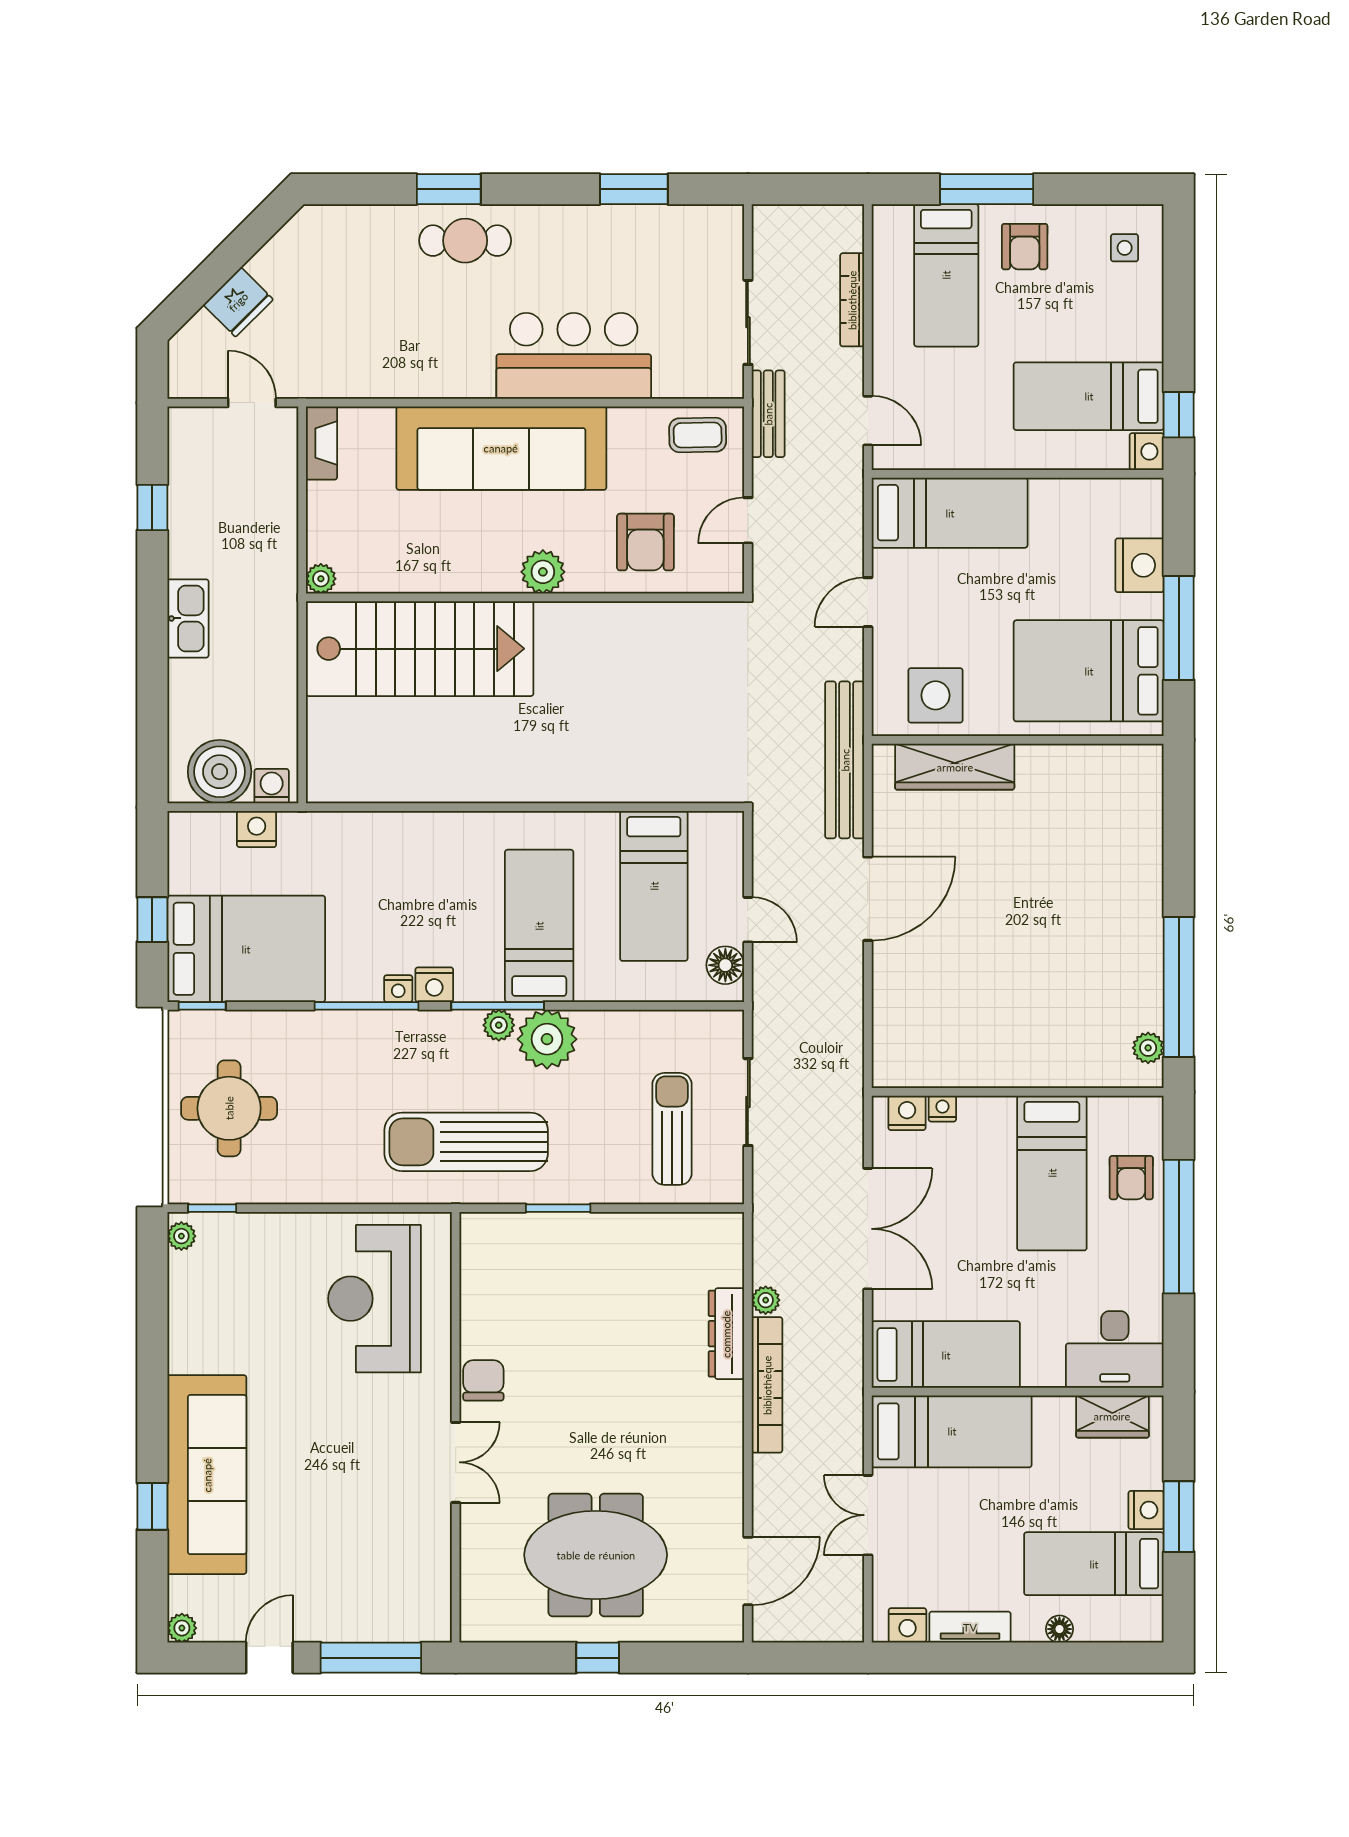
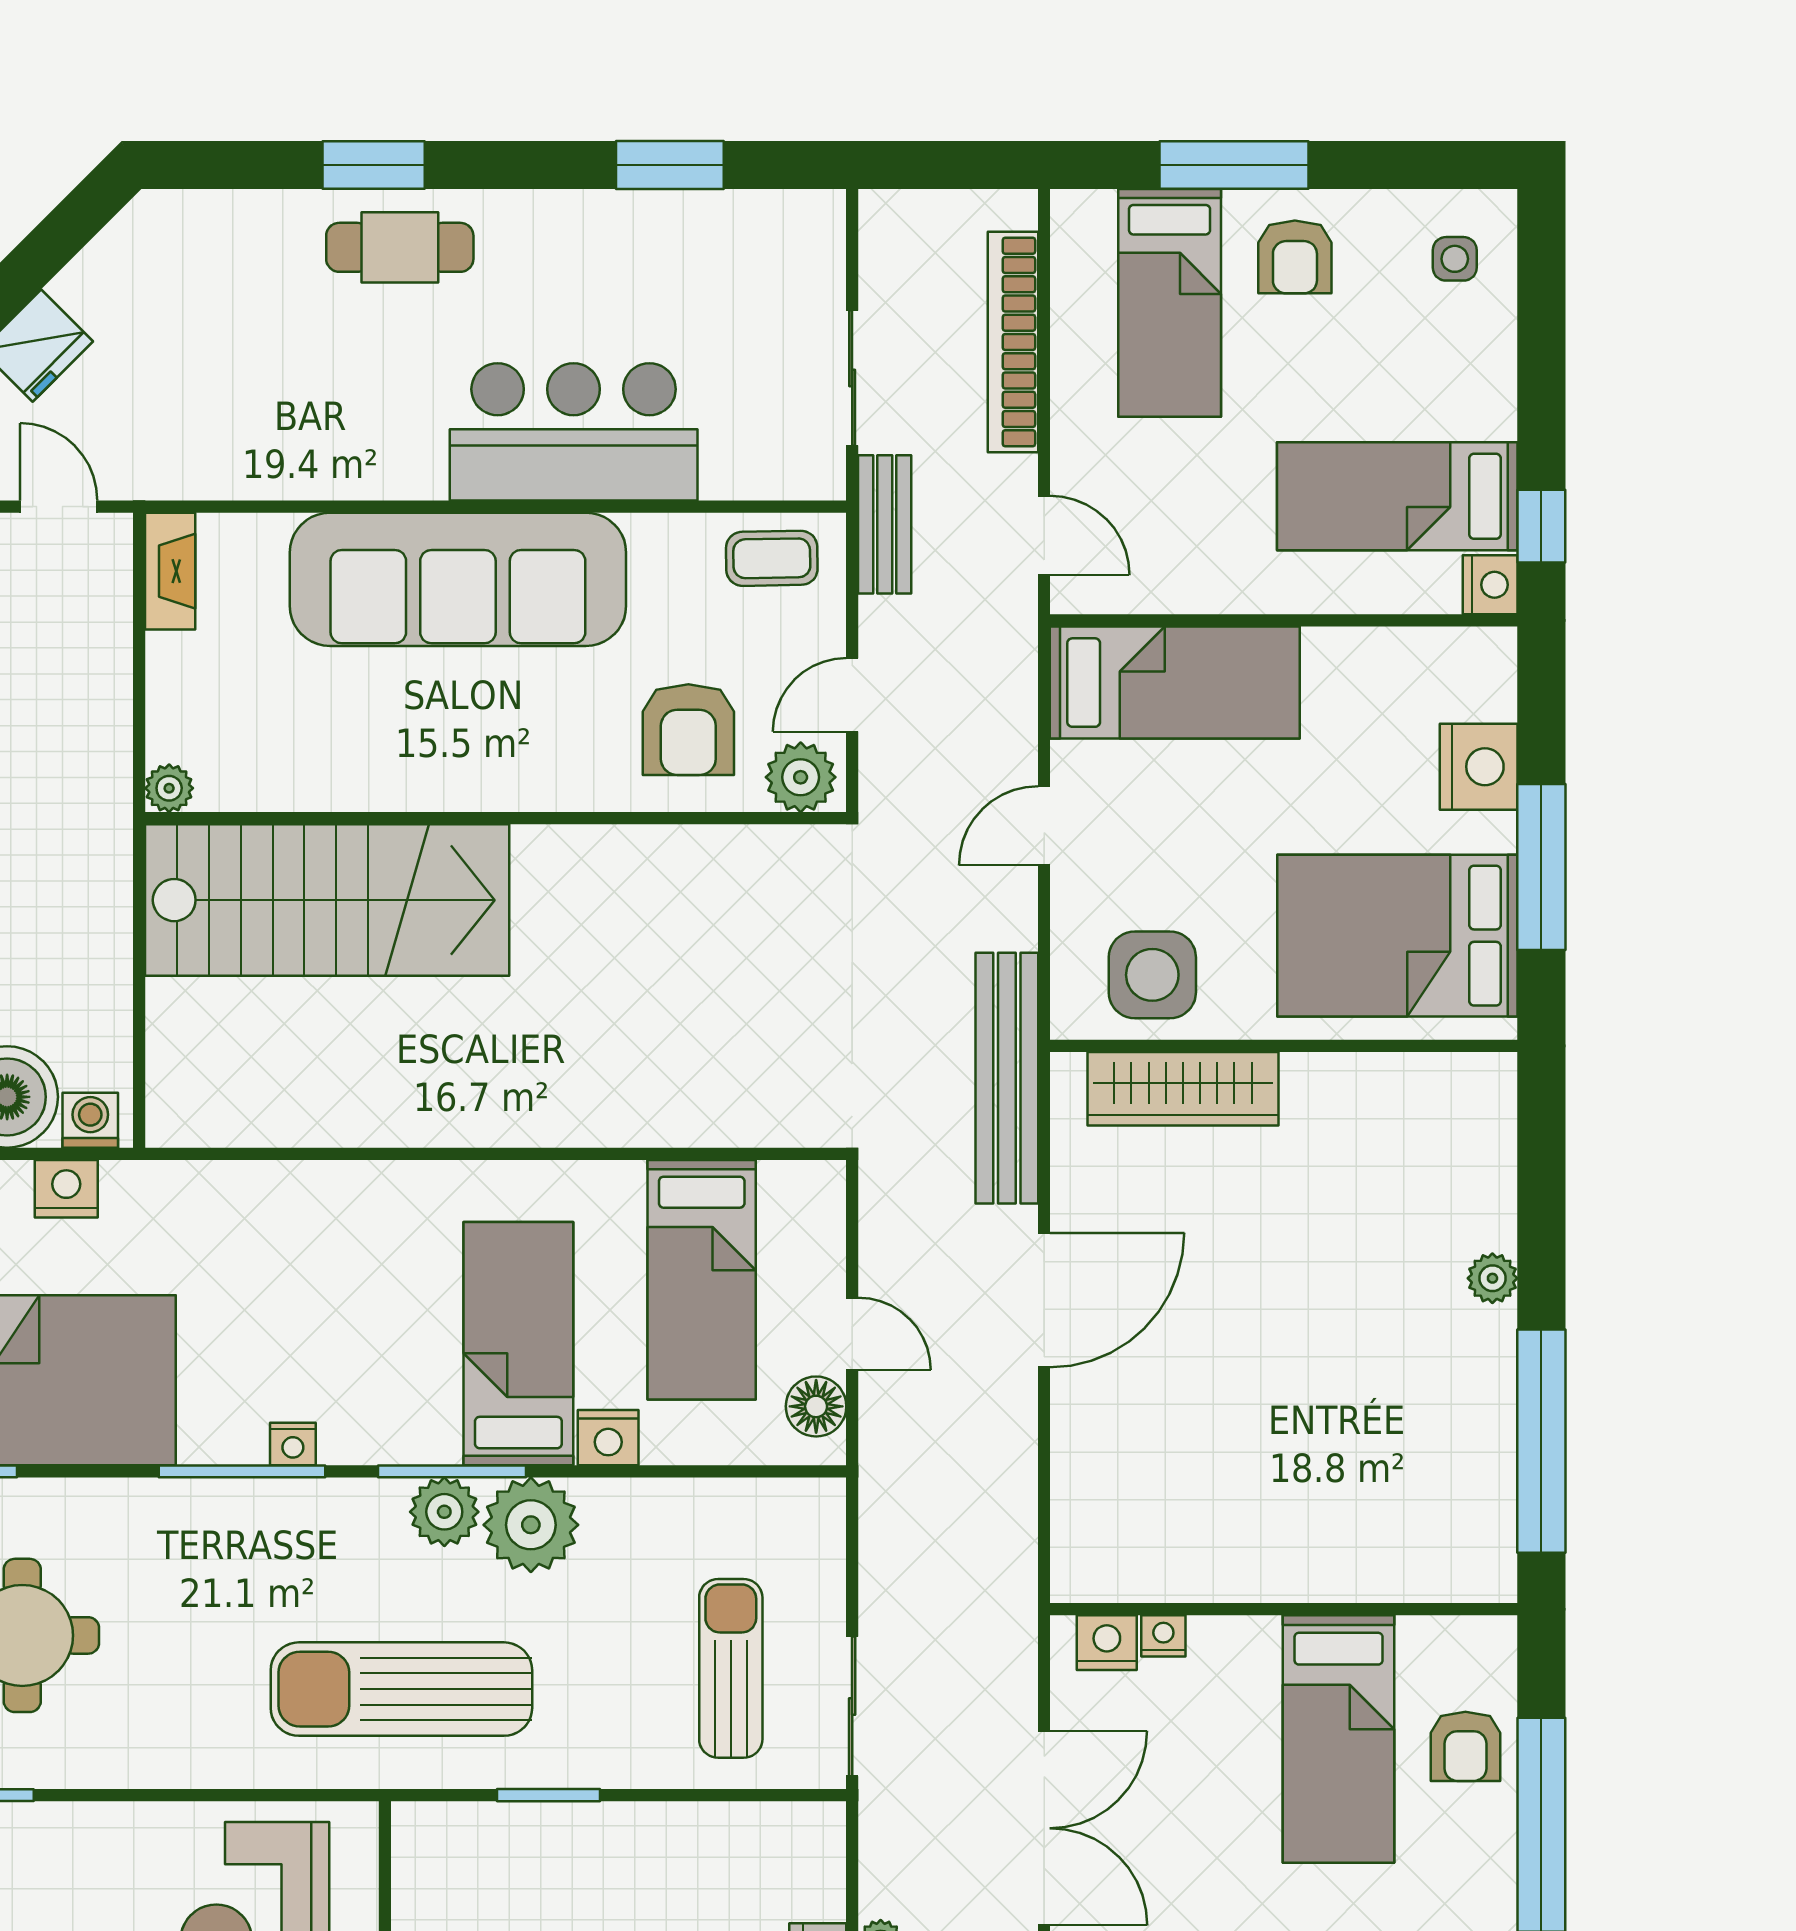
bookcase: (852, 300) -> (1013, 342), width x1.48, depth x1.31
plant: (543, 572) -> (801, 777), moved
nightstand: (434, 985) -> (608, 1438), moved
plant: (499, 1025) -> (444, 1512), width x1.38, depth x1.38
plant: (1148, 1048) -> (1492, 1278), moved
sliding door: (748, 1102) -> (852, 1706), moved

